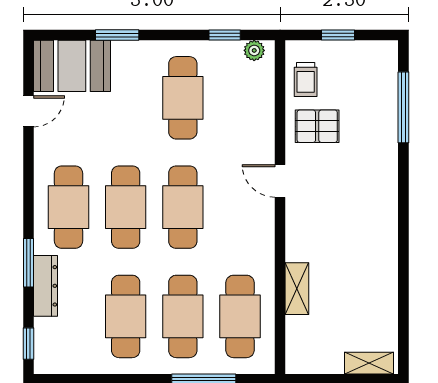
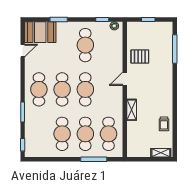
trolley: (306, 80) -> (164, 124), moved
door: (280, 181) -> (125, 79), hinge flipped
dresser: (45, 286) -> (30, 121), removed
shelving: (297, 289) -> (132, 110), moved

